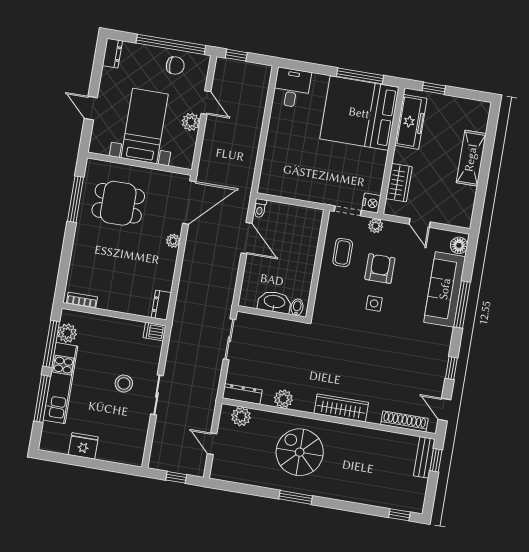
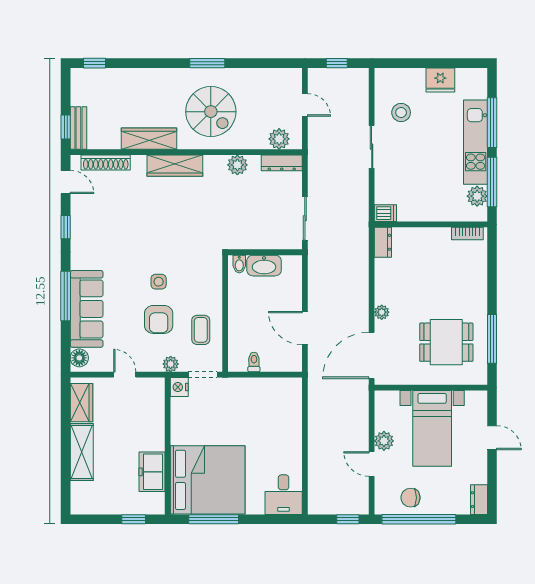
freezer: (411, 122) -> (152, 472), width x0.71
wardrobe: (399, 183) -> (81, 403), moved, turned 180
toilet: (260, 208) -> (254, 362), moved
stool: (124, 384) -> (401, 113), moved
wardrobe: (361, 437) -> (149, 139), added

